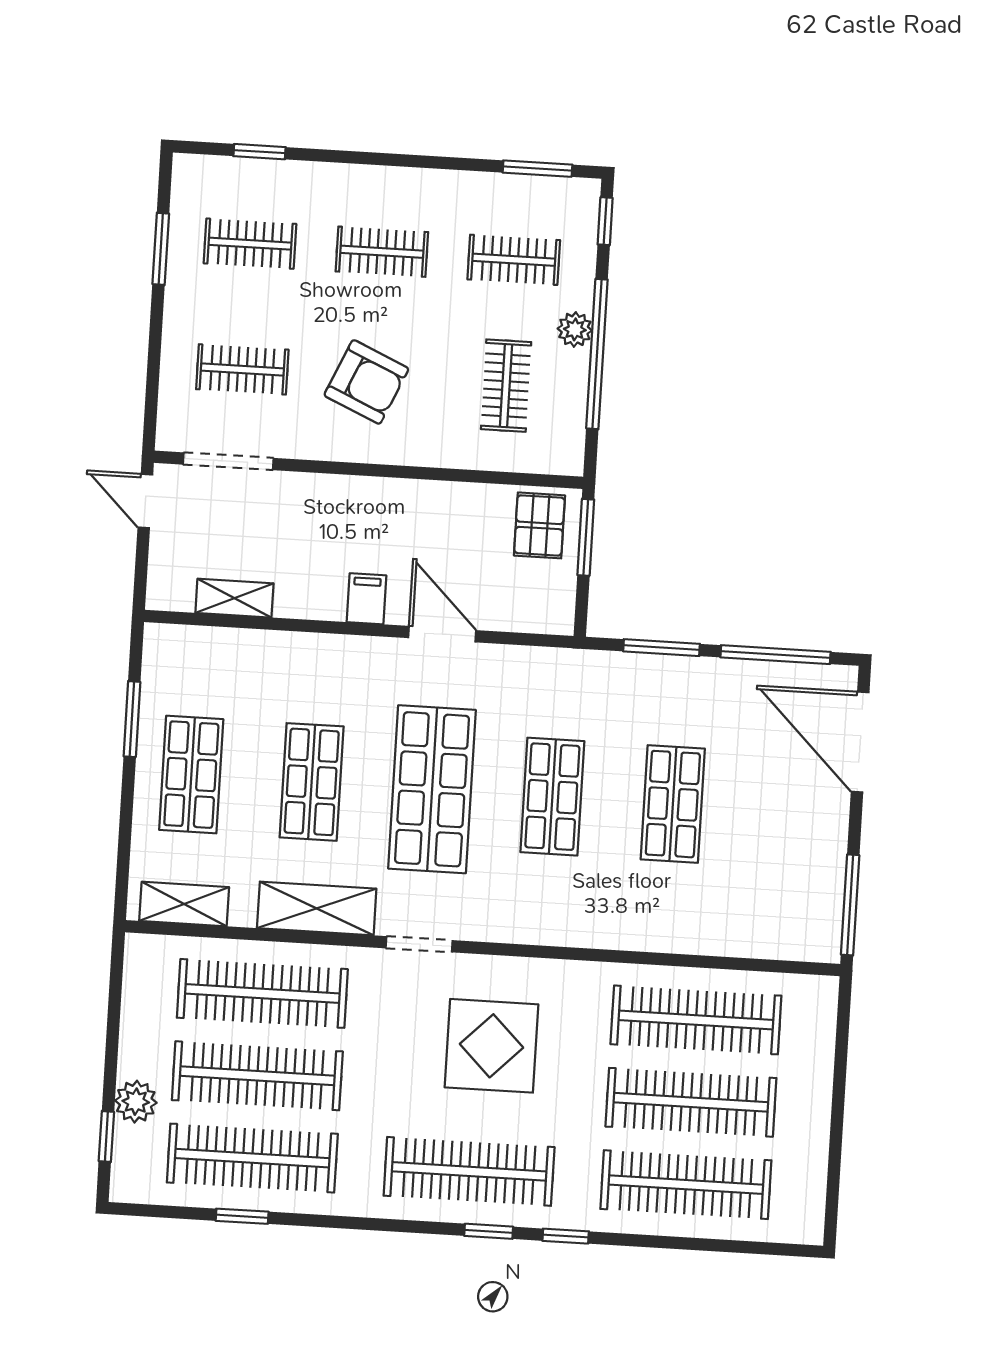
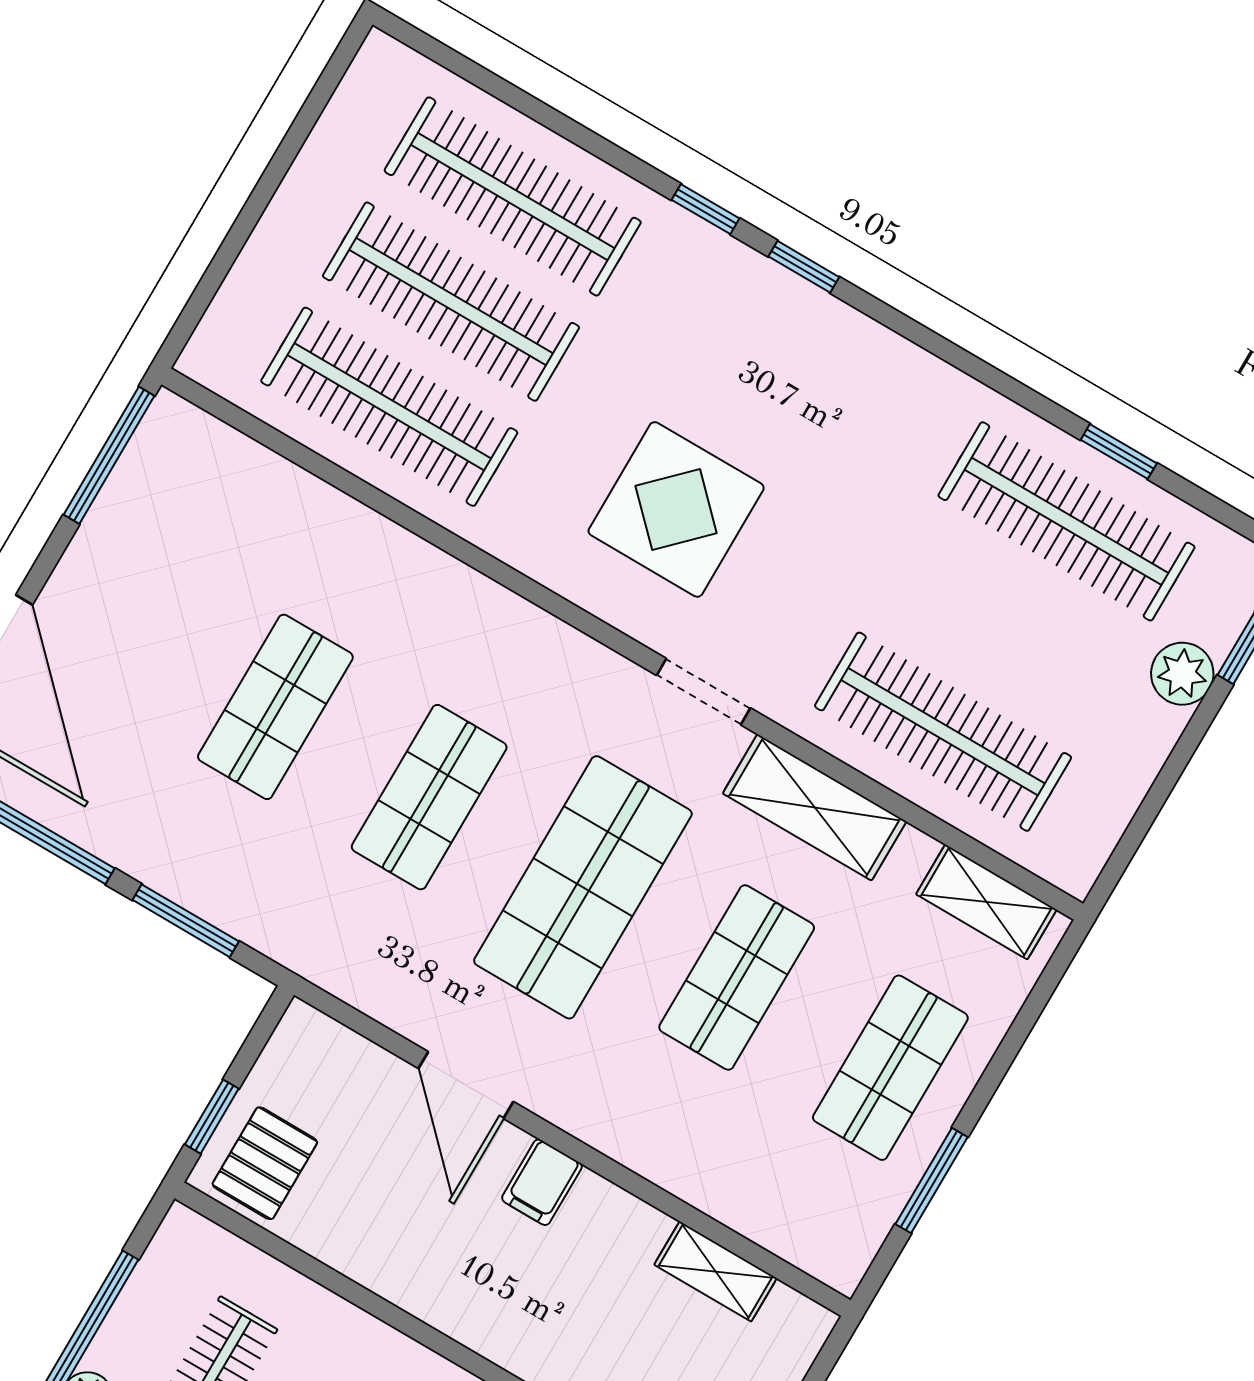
window: (586, 537) -> (212, 1117), width x0.67
clothes rail: (257, 1076) -> (1005, 627), removed
clothes rail: (469, 1171) -> (790, 359), removed

